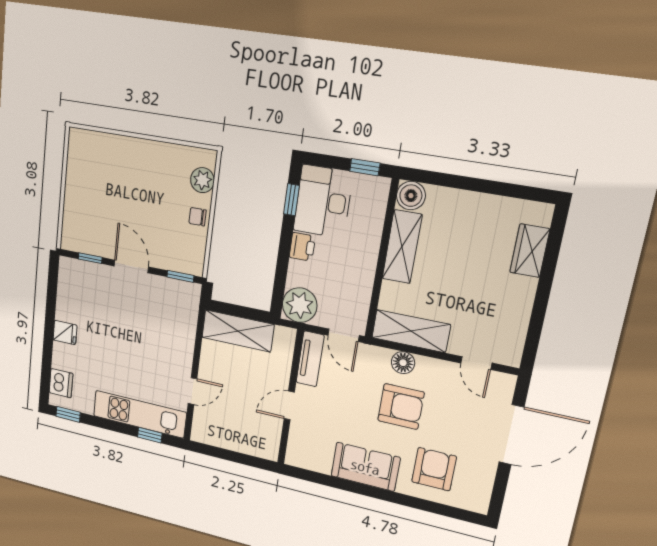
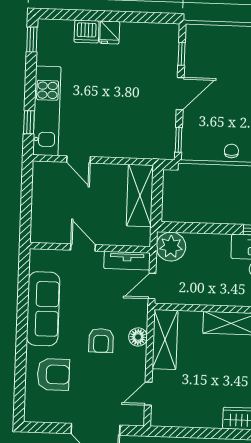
printer: (302, 247) -> (219, 243), removed
dishwasher: (61, 383) -> (87, 32), moved
armchair: (401, 406) -> (101, 340), width x0.72, depth x0.72
sofa: (365, 467) -> (43, 309), width x1.36

